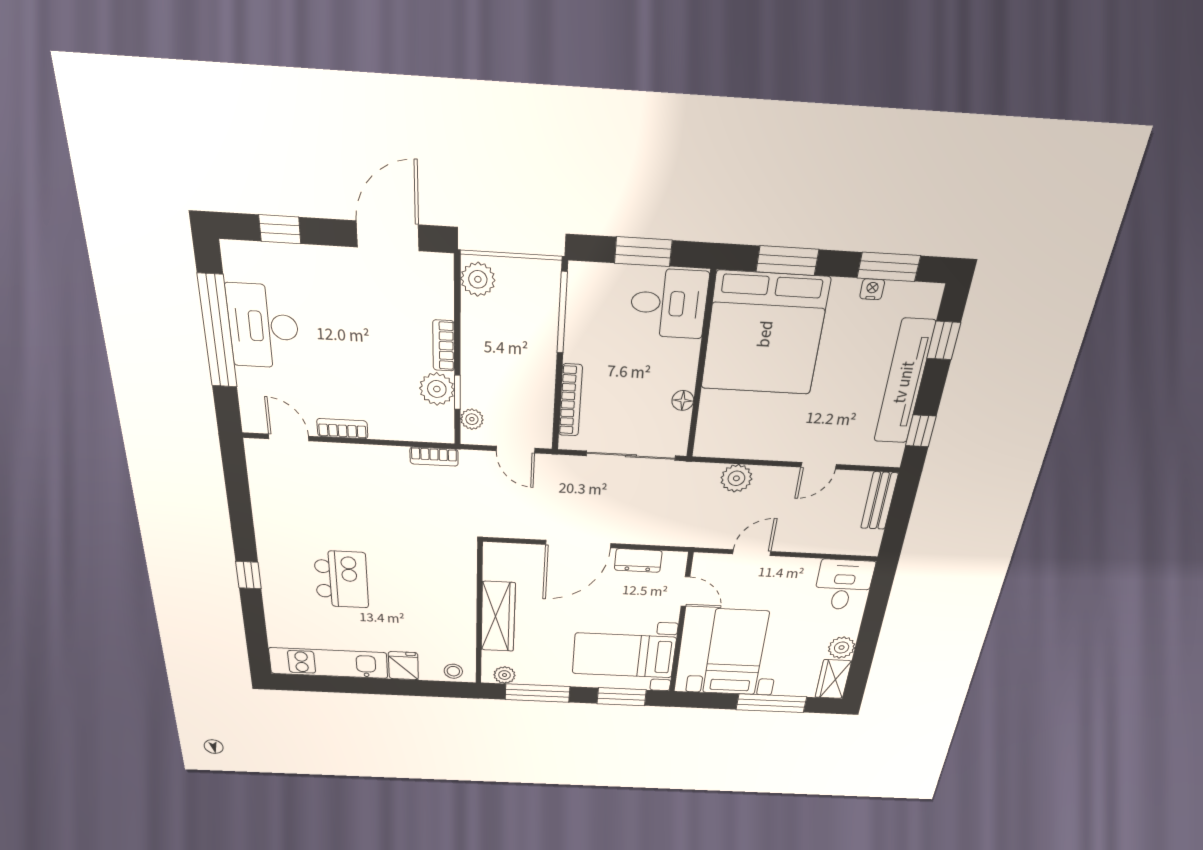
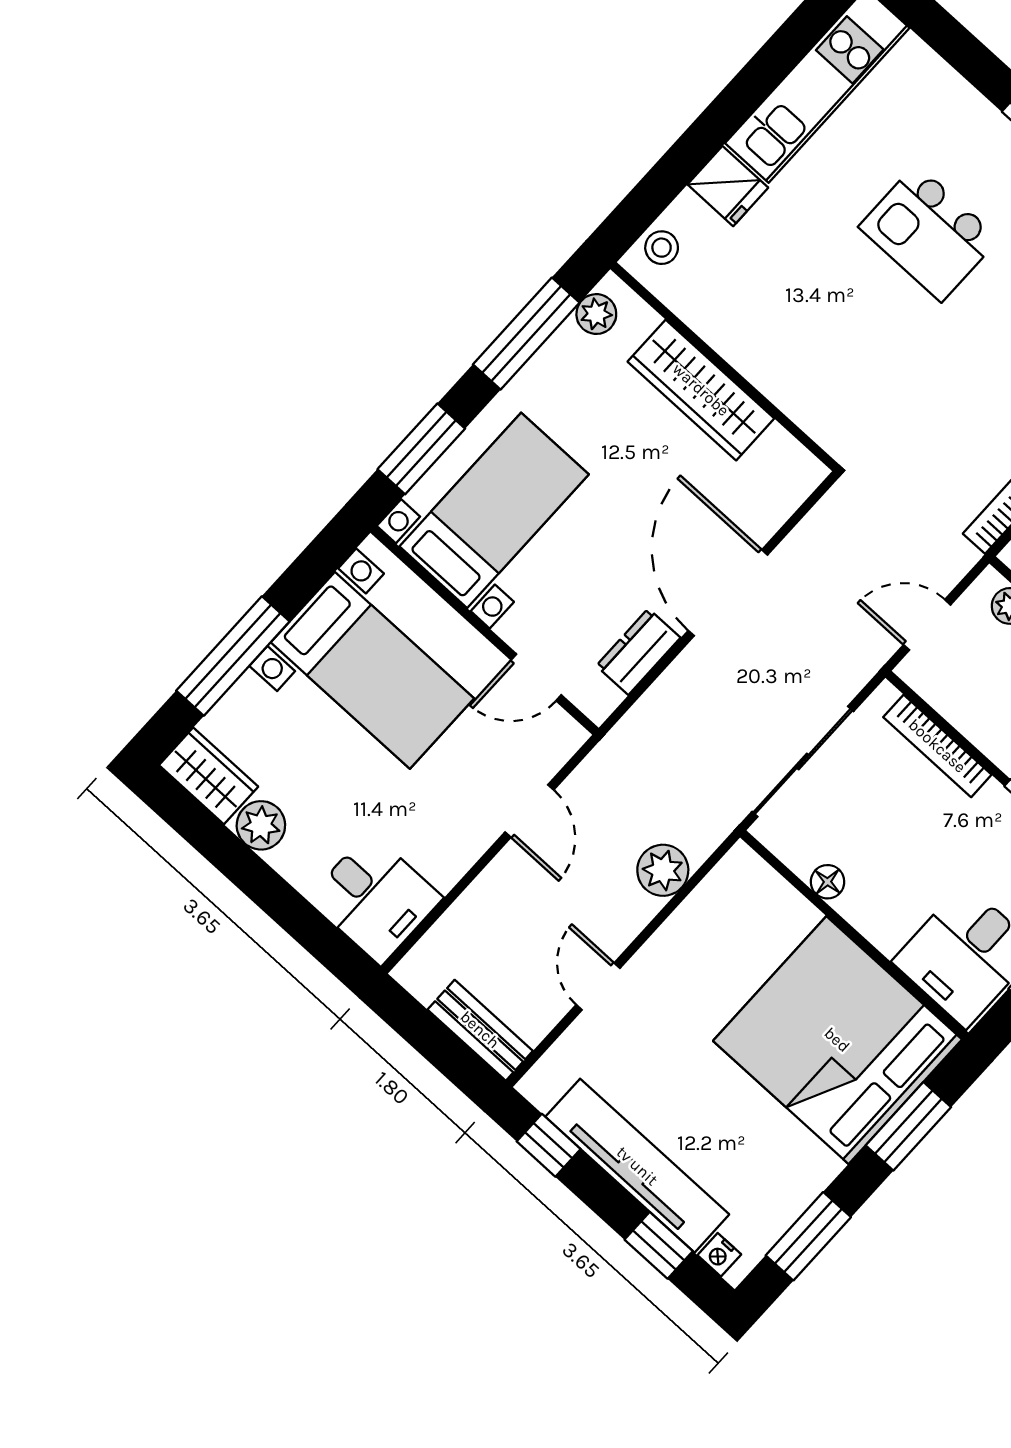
nightstand: (872, 289) -> (719, 1255), moved, turned 90

